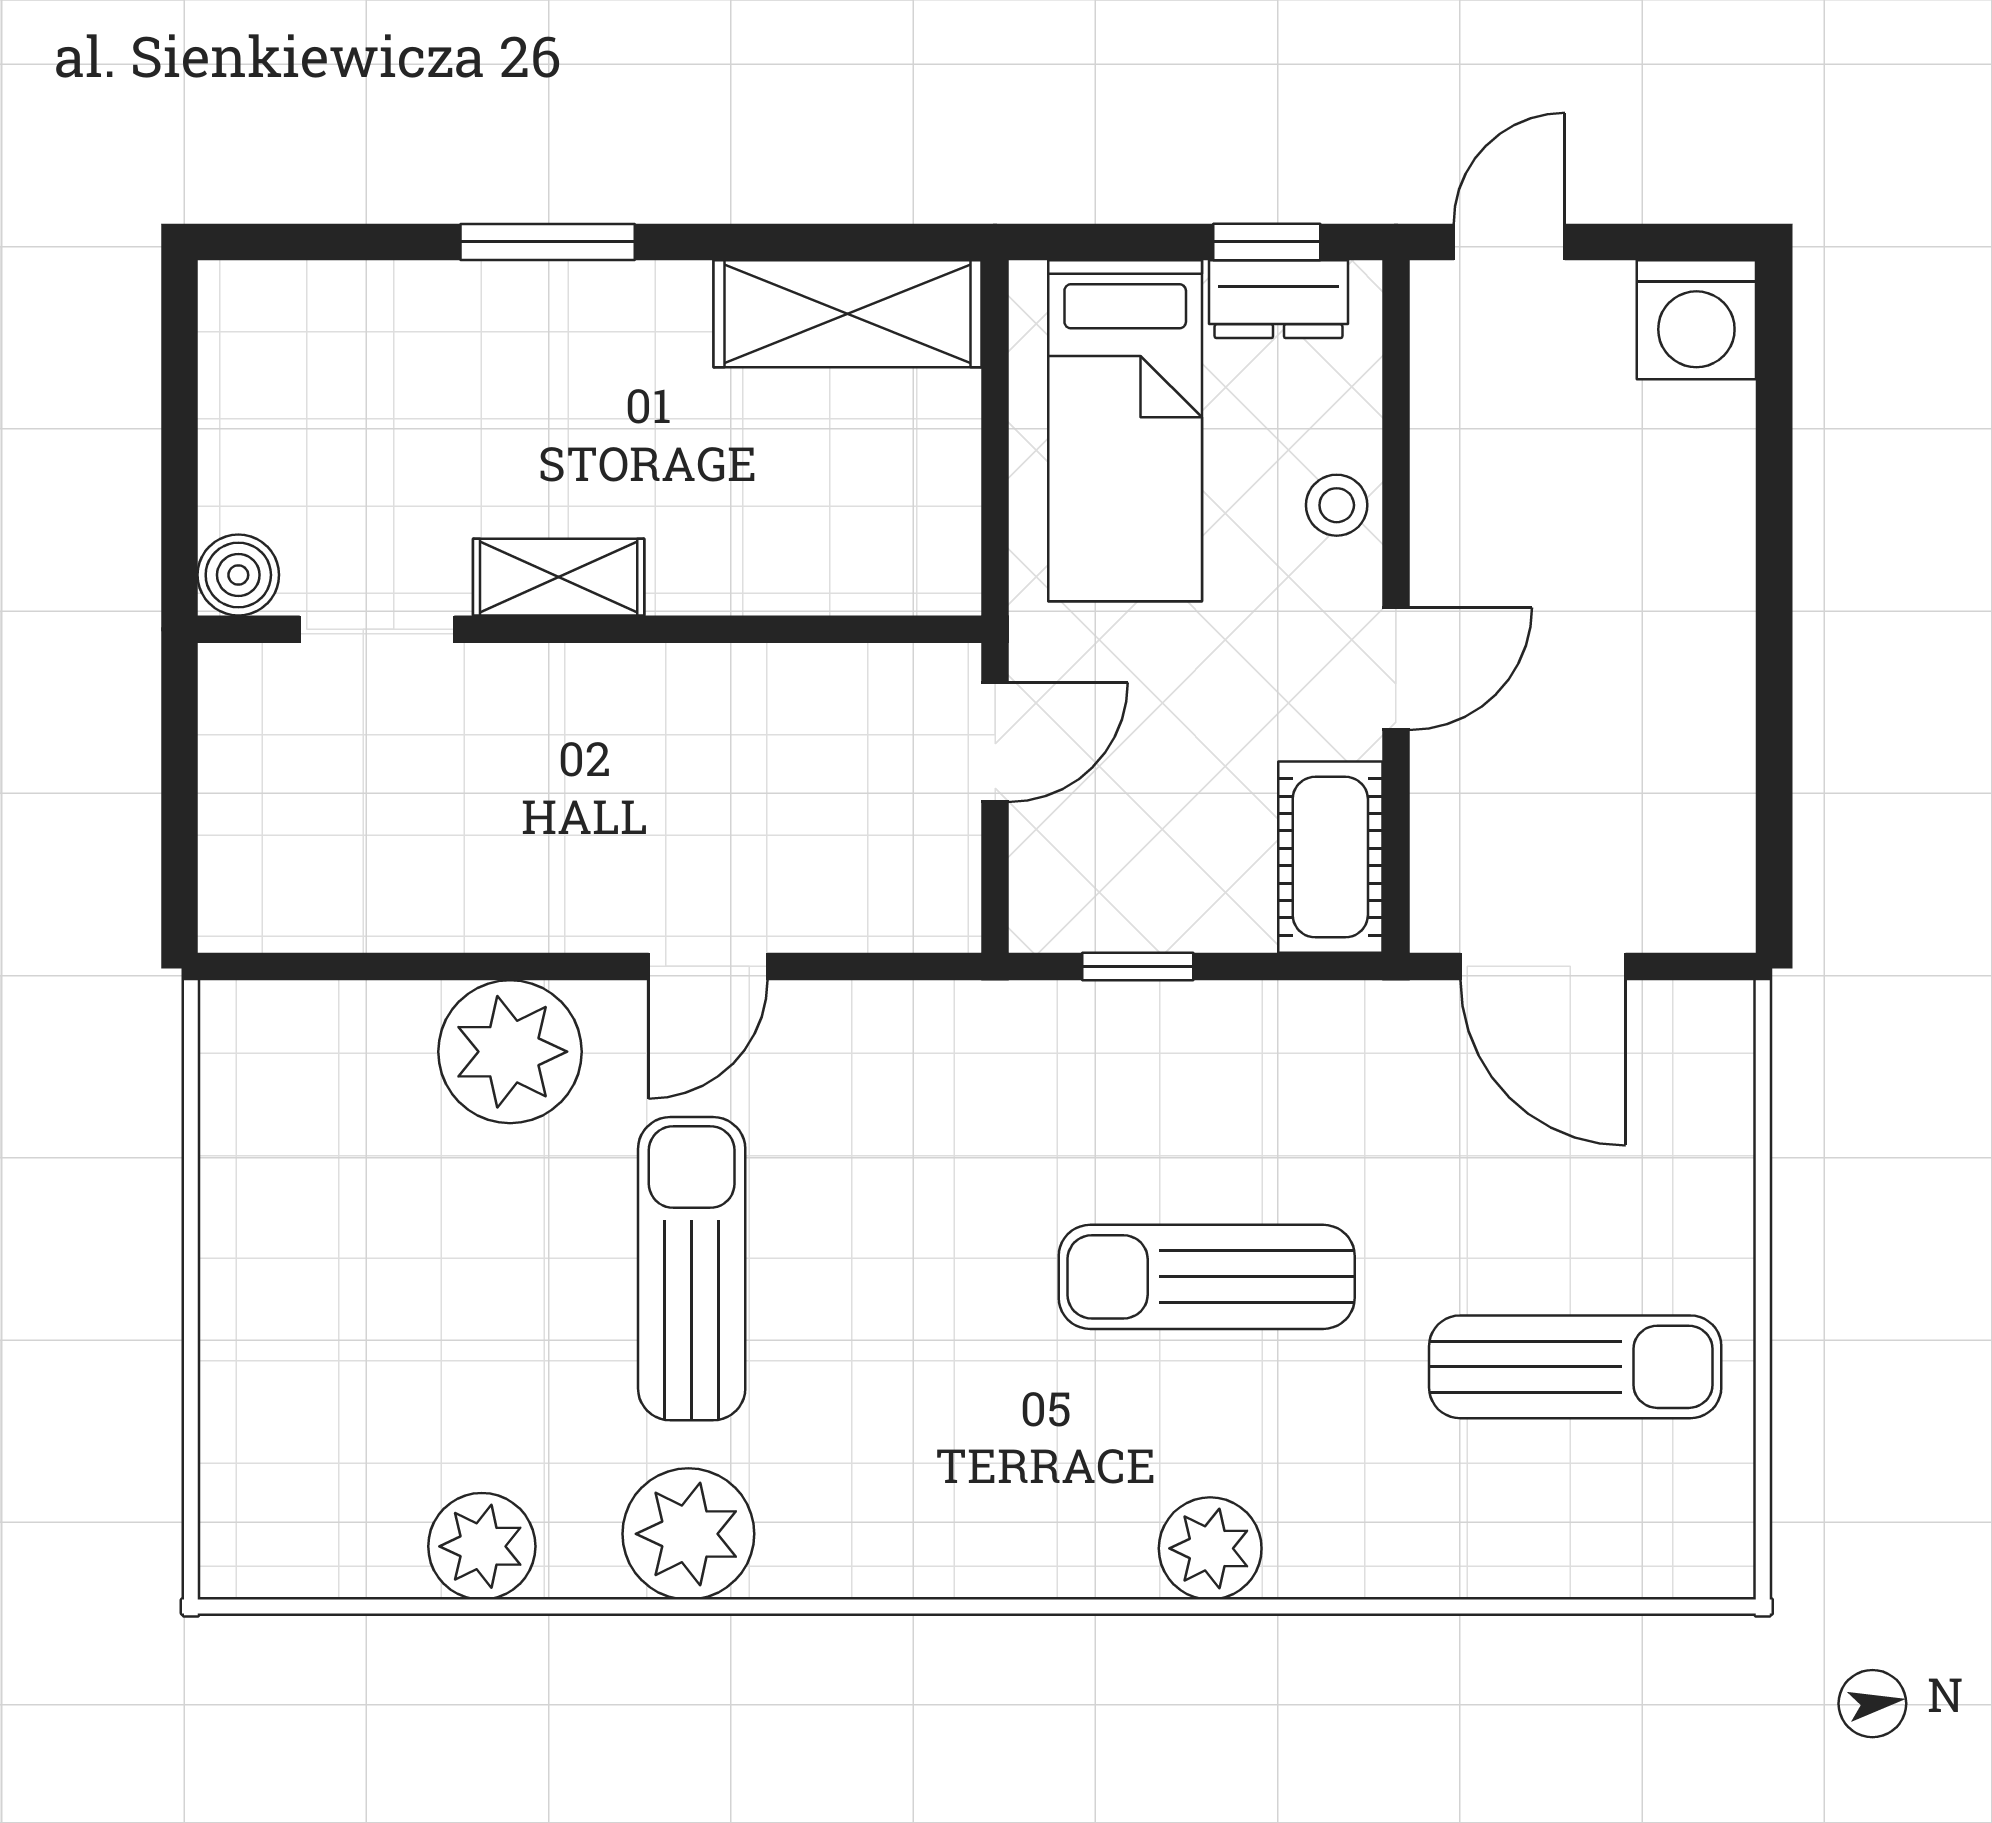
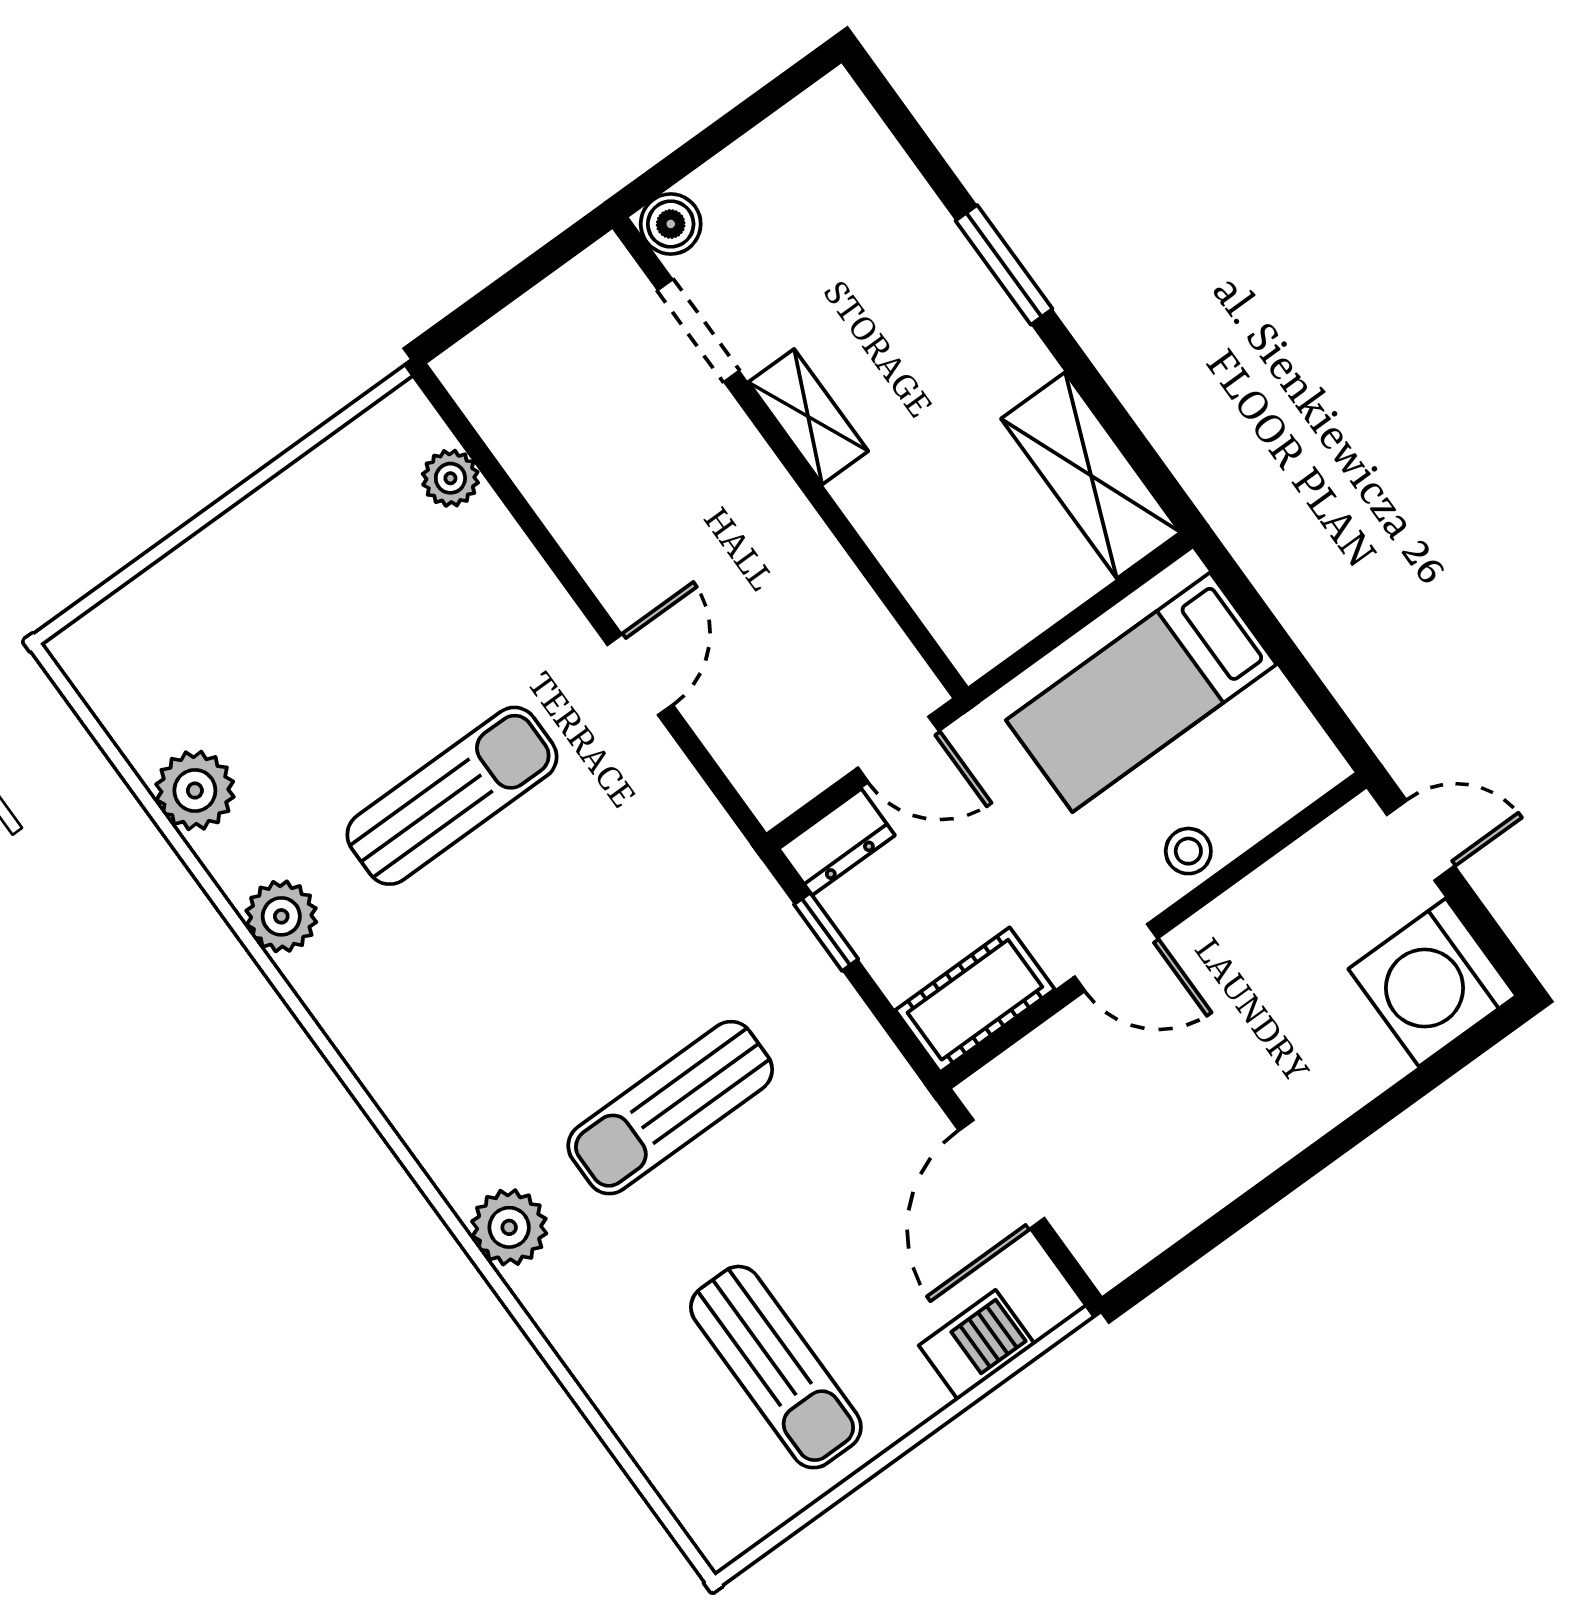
window: (1267, 242) -> (1316, 695), removed
dresser: (1279, 299) -> (837, 842), moved, turned -90
washing machine: (1696, 320) -> (1432, 982), width x1.37, depth x1.37
door: (708, 966) -> (640, 675), swing flipped
plant: (510, 1052) -> (450, 478), moved, width x0.53, depth x0.53
barbecue: (1710, 1129) -> (977, 1345), added
sun lounger: (1207, 1277) -> (670, 1108), turned -90
plant: (688, 1534) -> (281, 916), width x0.73, depth x0.73

